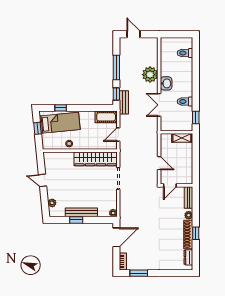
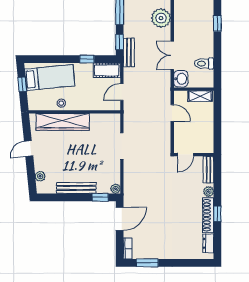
washbasin: (166, 83) -> (181, 79), moved
toilet: (185, 101) -> (204, 64), moved
window: (61, 108) -> (87, 59), moved
window: (196, 118) -> (217, 23), moved
wardrobe: (96, 159) -> (63, 122), moved
door: (159, 163) -> (172, 113), moved
door: (43, 180) -> (29, 149), hinge flipped
window: (76, 220) -> (100, 197), moved

